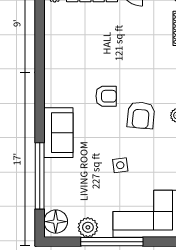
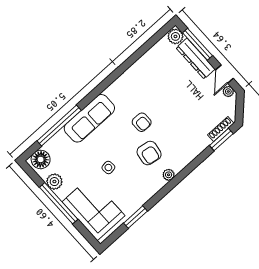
armchair: (141, 115) -> (149, 153), turned -86
sofa: (58, 133) -> (89, 118), width x1.36

